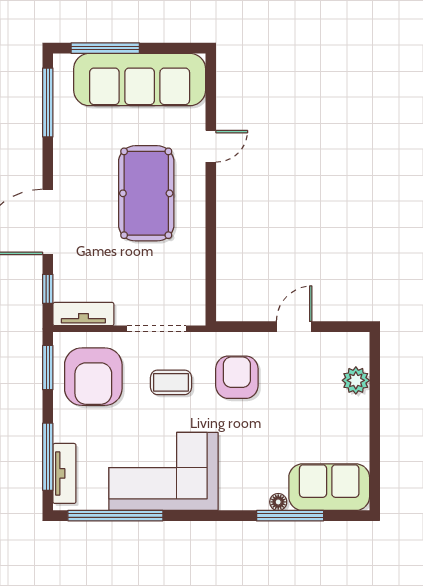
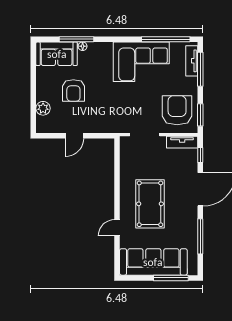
window: (48, 102) -> (200, 236), moved
armchair: (237, 377) -> (73, 90), moved
coffee table: (171, 382) -> (137, 107), removed

